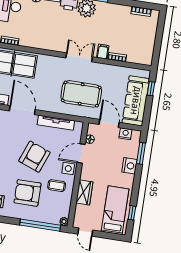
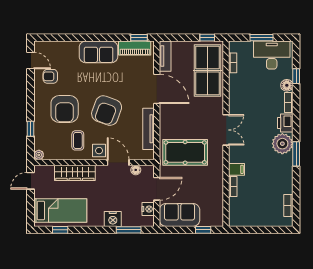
double door: (79, 57) -> (226, 130), moved
pool table: (81, 94) -> (185, 152), turned 90
sofa: (136, 101) -> (180, 215), width x0.73
door: (22, 110) -> (157, 89), hinge flipped
armchair: (34, 157) -> (107, 111), turned 89
wardrobe: (84, 192) -> (75, 173), width x1.50
armchair: (28, 193) -> (65, 109), turned 180
window: (40, 225) -> (31, 129), width x0.32

